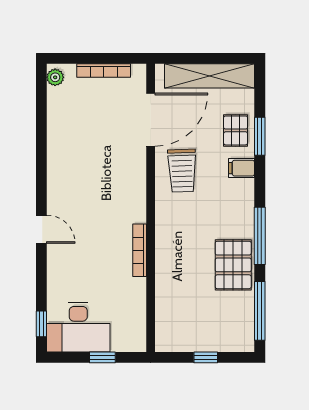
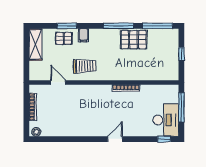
shelving: (210, 76) -> (36, 44), width x0.68
door: (151, 120) -> (58, 82), width x0.53
window: (102, 357) -> (181, 107), width x2.17

